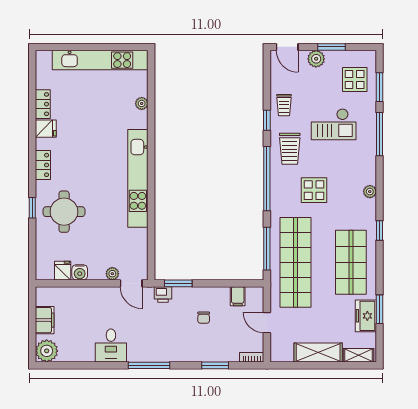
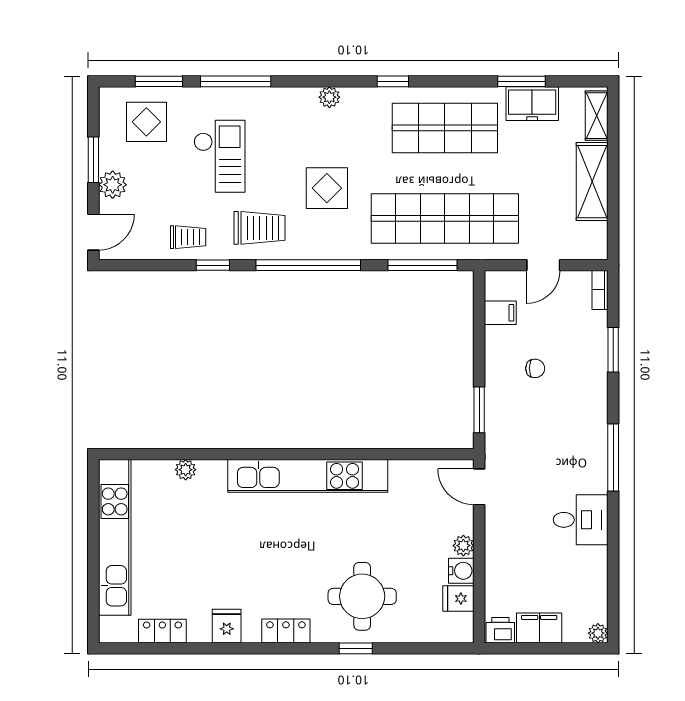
locker: (43, 104) -> (162, 631), moved
plant: (112, 274) -> (463, 546), moved
door: (131, 283) -> (479, 487), swing flipped
printer: (163, 294) -> (500, 630), moved, turned -90
plant: (47, 351) -> (598, 633), width x0.53, depth x0.53

